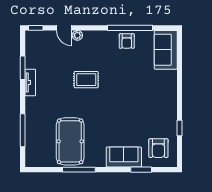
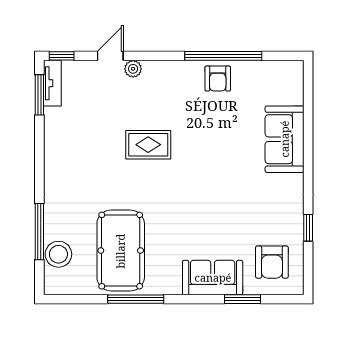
door: (64, 28) -> (110, 56), swing flipped
sofa: (166, 50) -> (285, 139), moved
window: (23, 68) -> (39, 95), moved
tv unit: (30, 83) -> (52, 83), moved
stool: (34, 144) -> (58, 254), added

